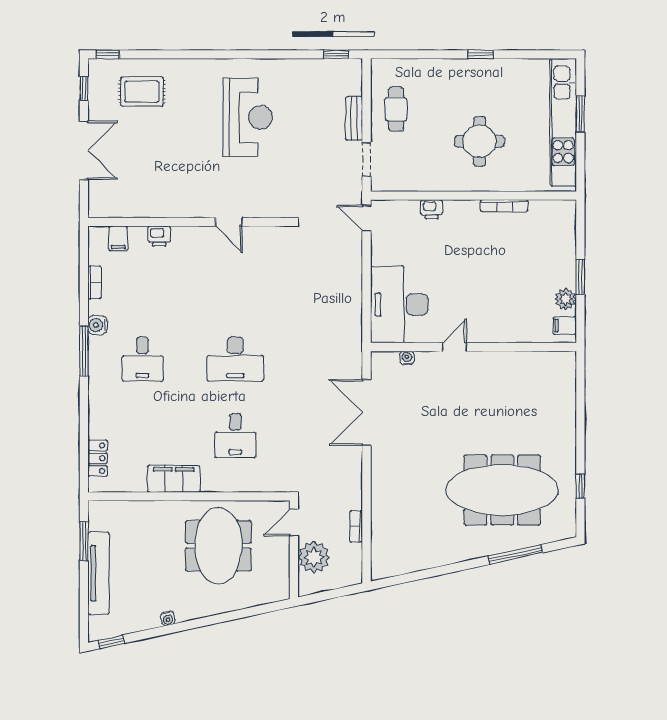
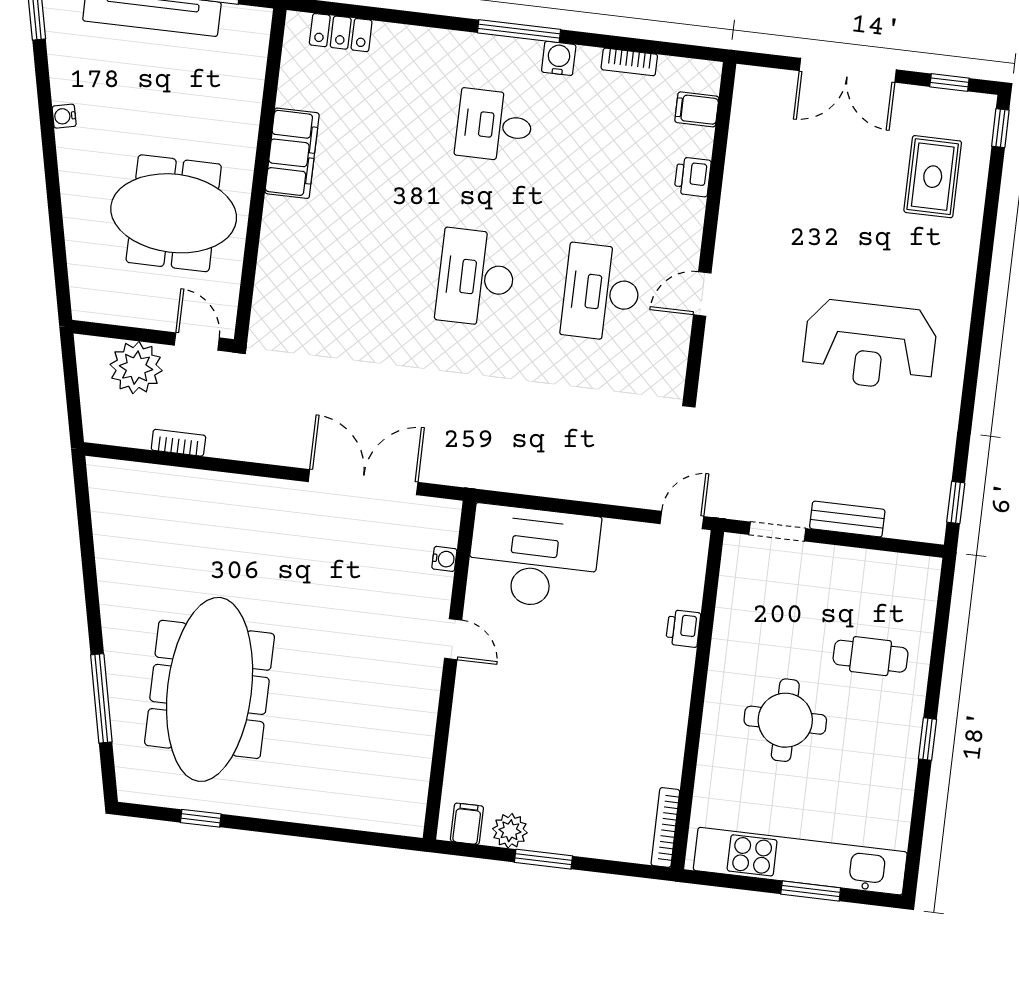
cafe table: (396, 109) -> (871, 656), moved
bookcase: (504, 206) -> (665, 827), moved
desk: (235, 436) -> (601, 292), moved, width x1.37

